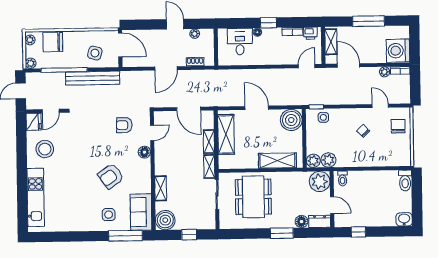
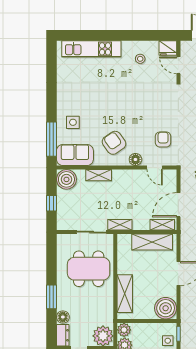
shelving: (209, 142) -> (162, 225), moved
stool: (45, 149) -> (140, 59), width x0.53, depth x0.53
armchair: (111, 176) -> (114, 143), moved

